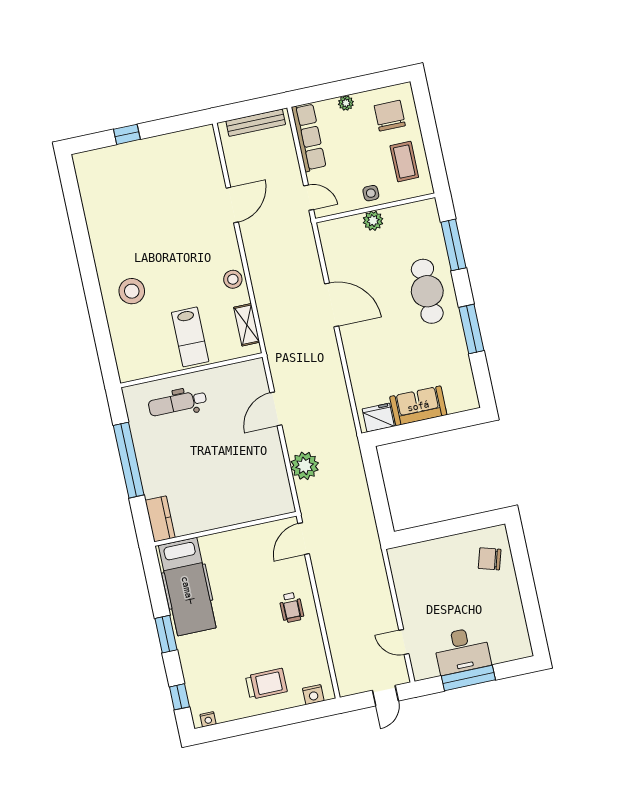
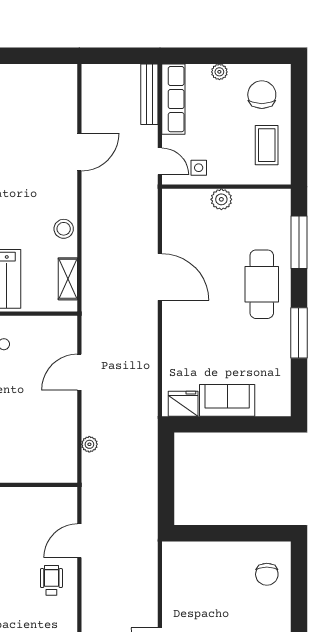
bench: (256, 123) -> (149, 94), moved, turned 90
side table: (371, 193) -> (199, 168), moved
plant: (305, 466) -> (89, 444), width x0.53, depth x0.53
door: (304, 539) -> (79, 541), moved
chair: (490, 559) -> (267, 574), turned -106
wheelchair: (291, 607) -> (51, 580), turned 180

